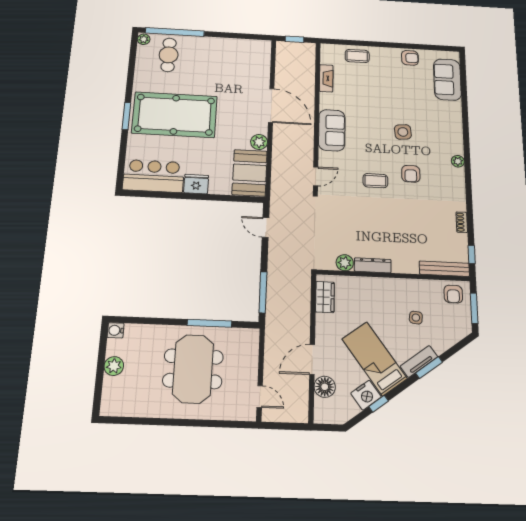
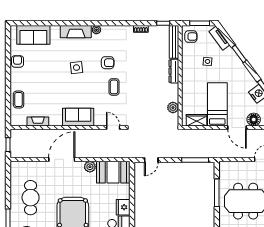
cafe table: (218, 63) -> (31, 198), added
fireplace: (454, 134) -> (76, 32), added
dresser: (373, 265) -> (174, 71), moved
bed: (374, 359) -> (217, 104), moved, turned 126
tv unit: (419, 361) -> (220, 38), moved

